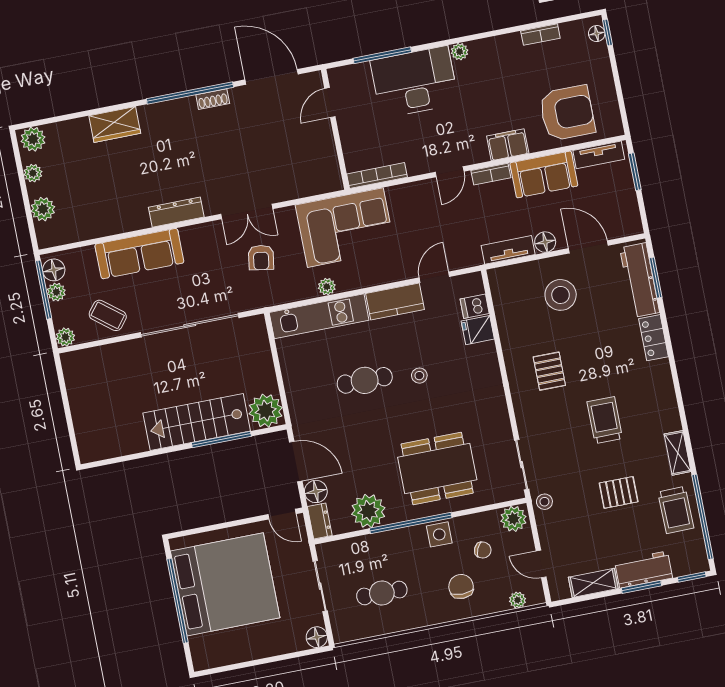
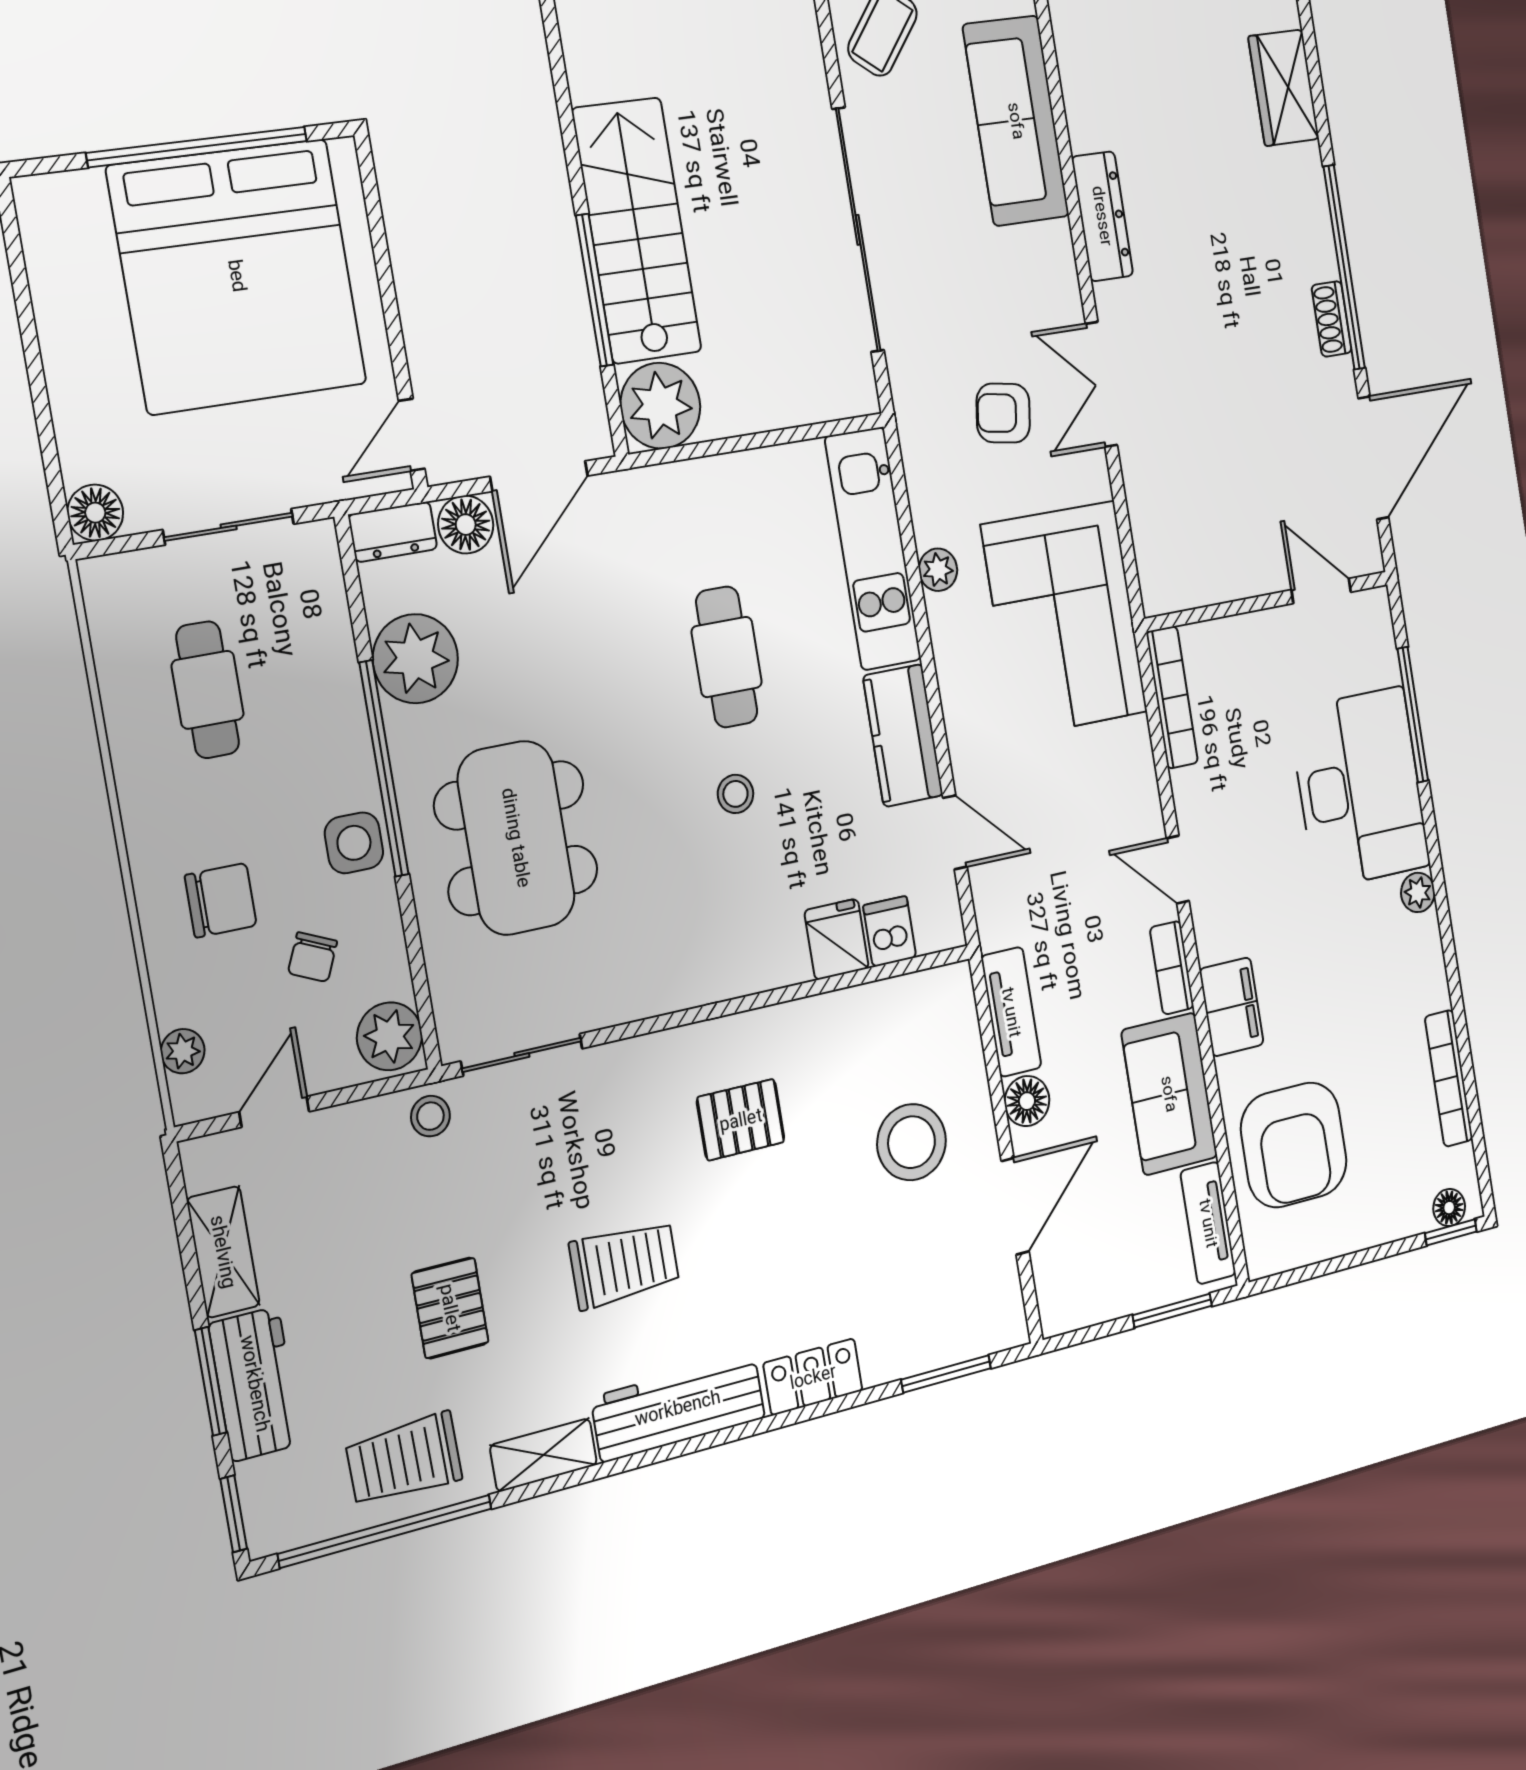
bookcase: (540, 35) -> (1449, 1078), width x1.56
workbench: (640, 280) -> (678, 1408), moved

